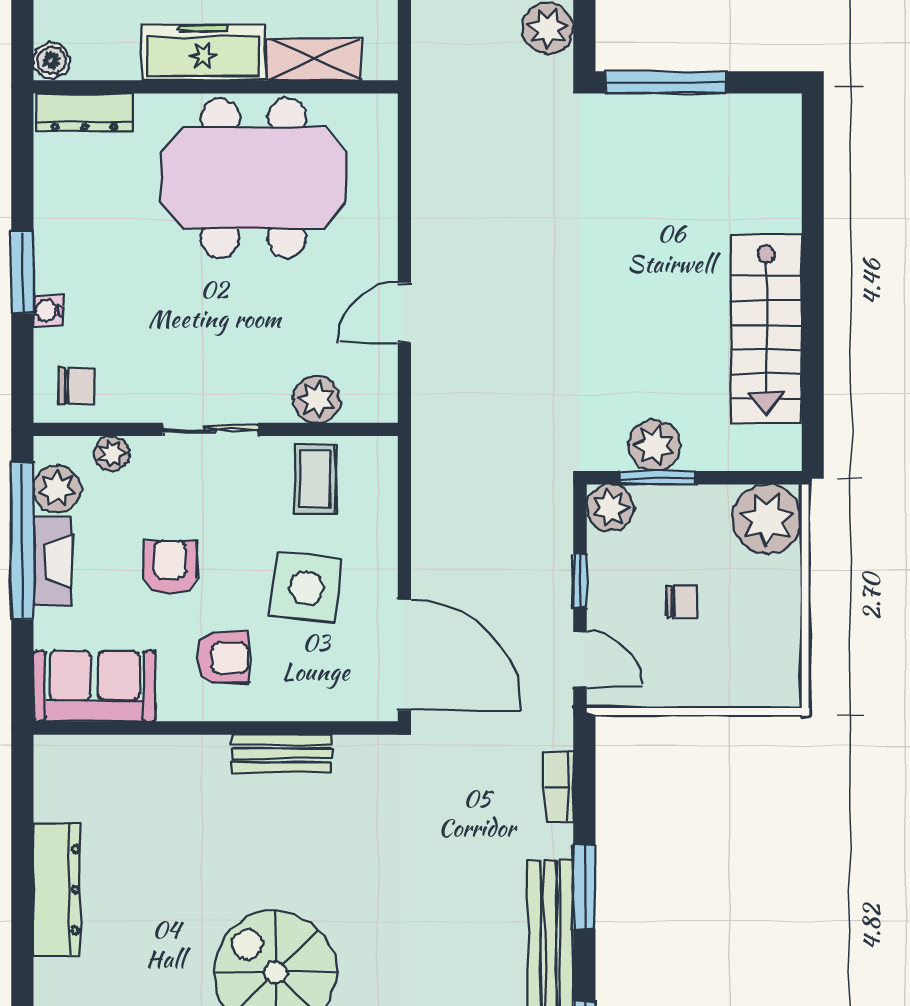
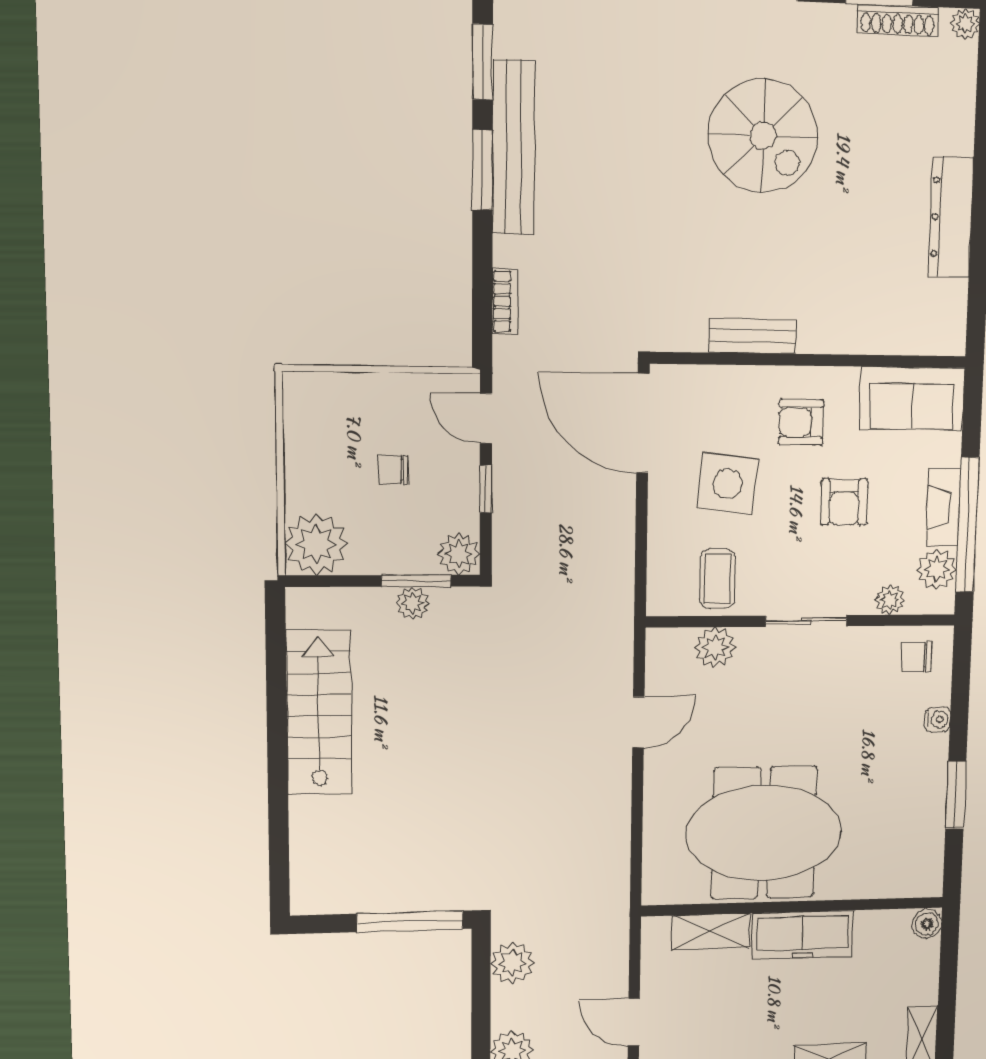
dresser: (84, 112) -> (902, 883), removed
window: (22, 272) -> (956, 795), moved
plant: (655, 445) -> (412, 603), width x0.73, depth x0.73
window: (584, 887) -> (482, 170), moved

